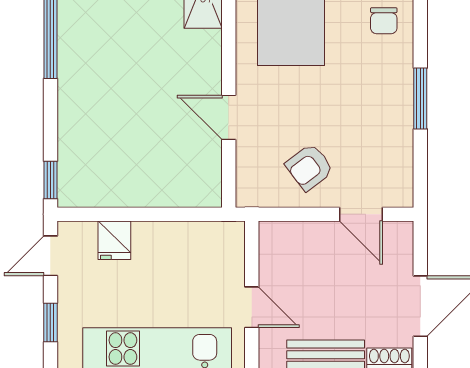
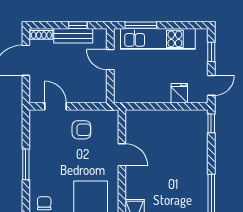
armchair: (309, 167) -> (81, 130), turned 37

